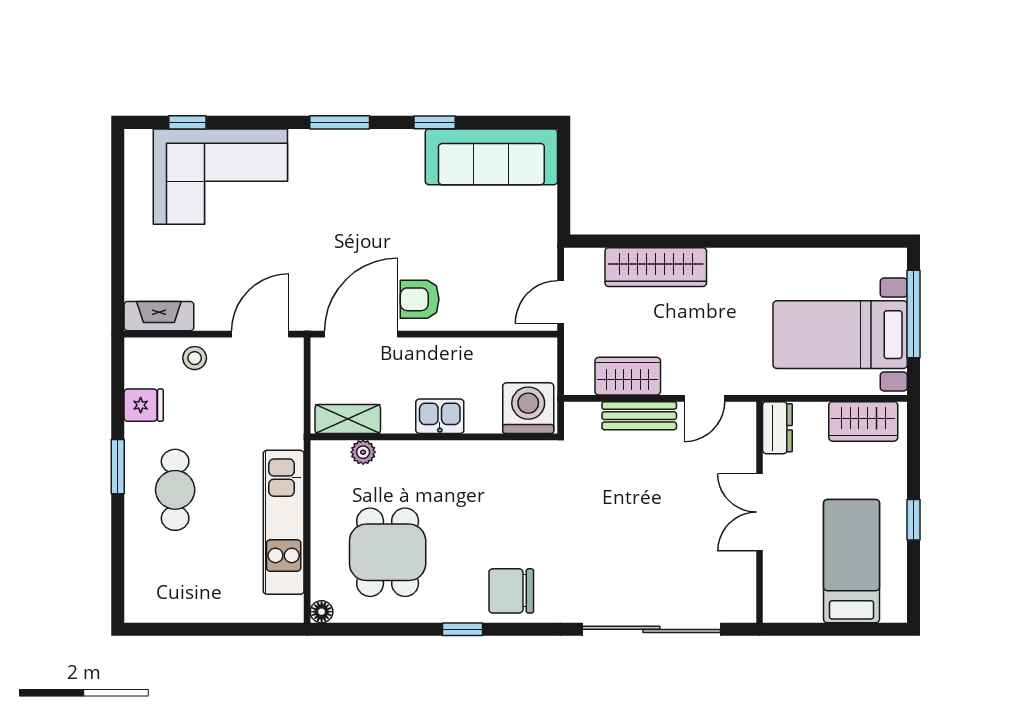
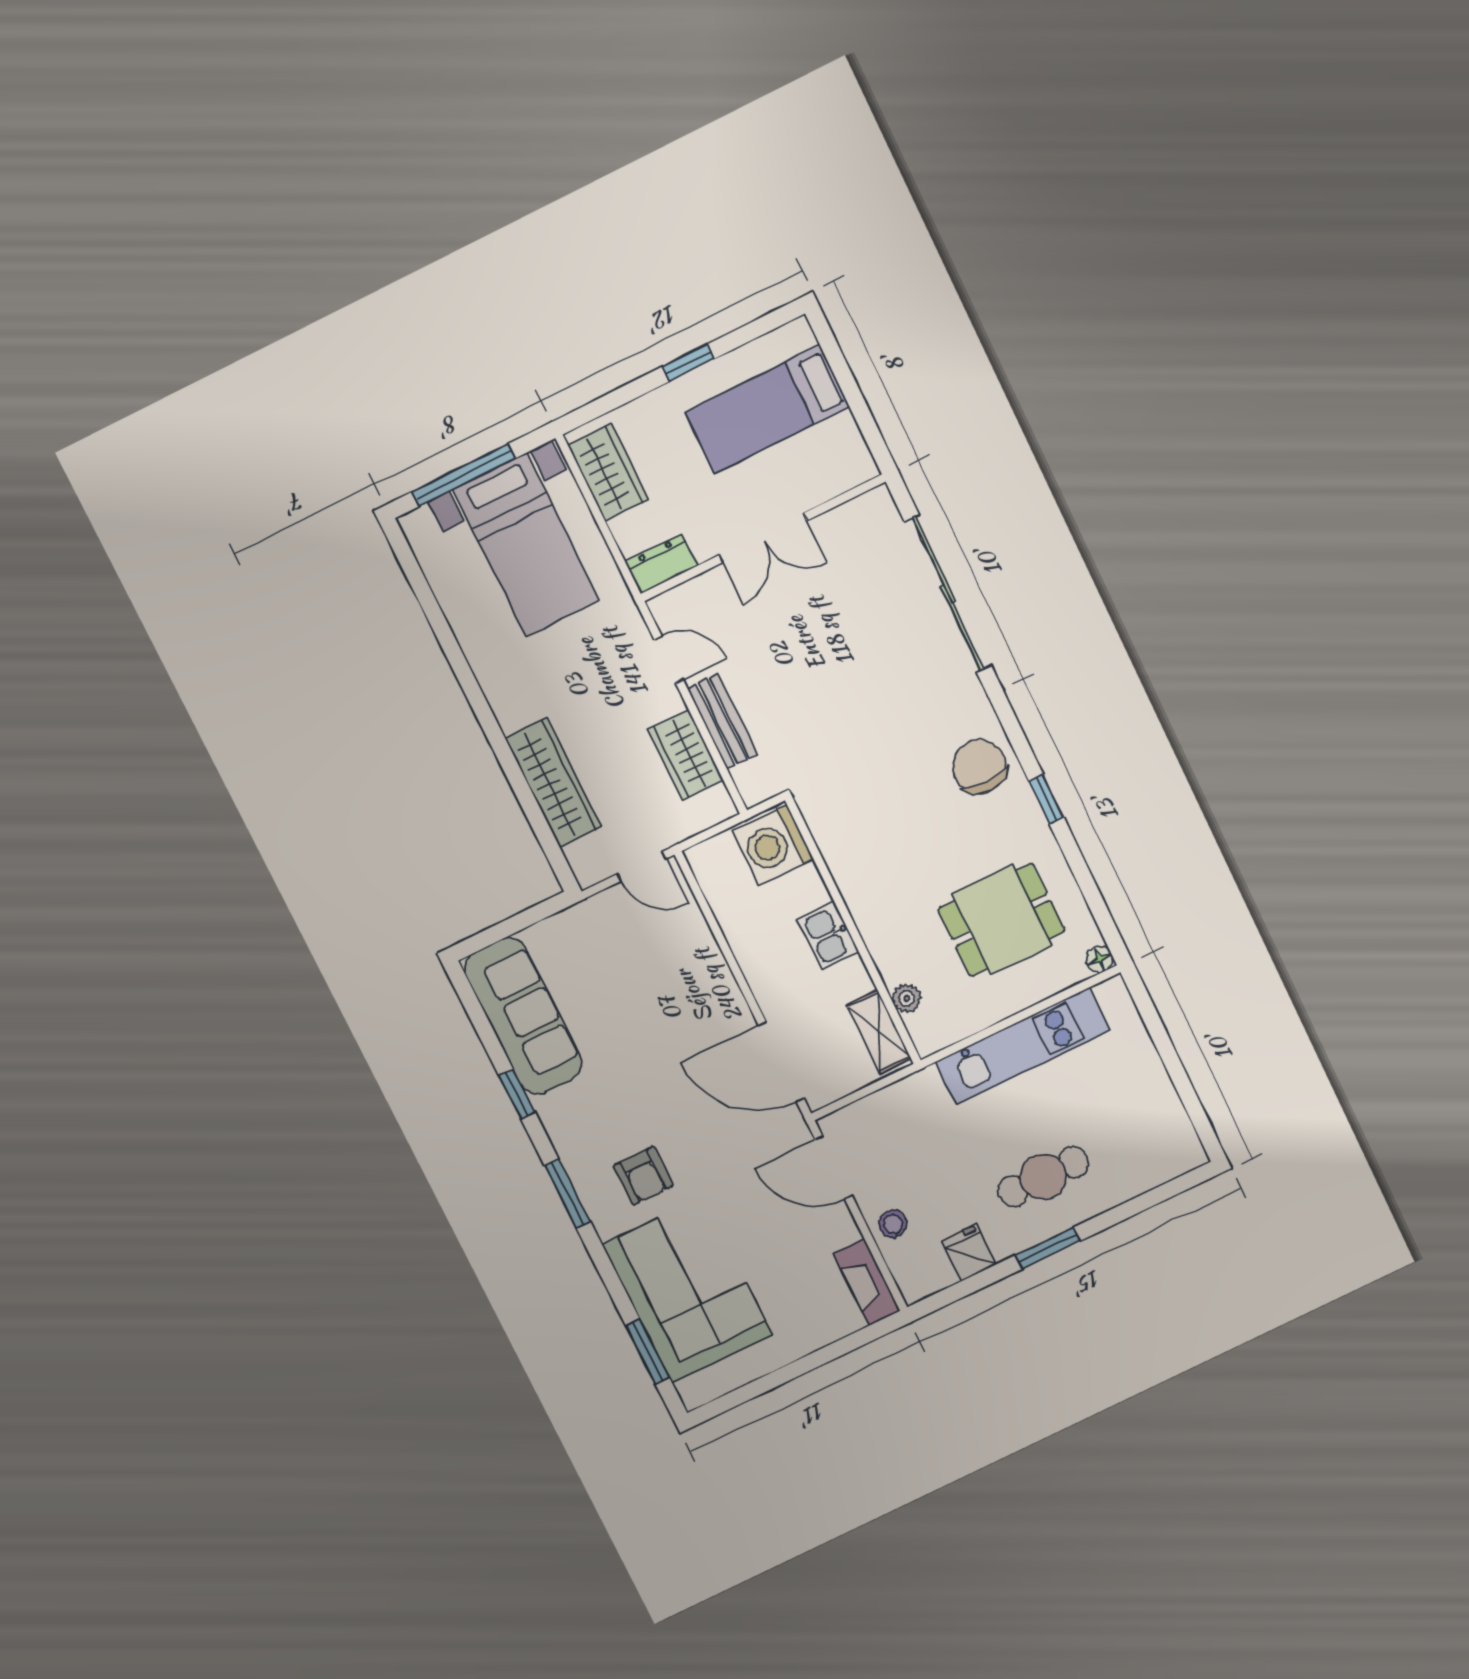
window: (187, 122) -> (648, 1352), width x1.50
armchair: (420, 299) -> (643, 1176), moved
chair: (511, 591) -> (979, 767), turned 180

